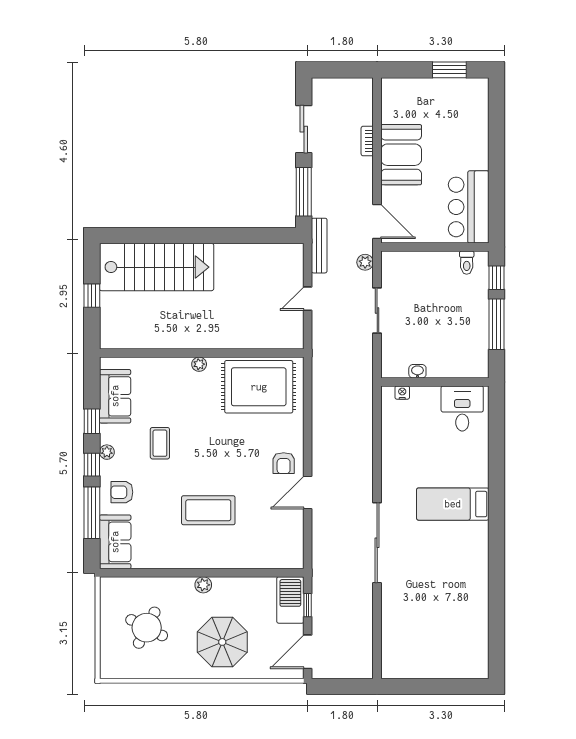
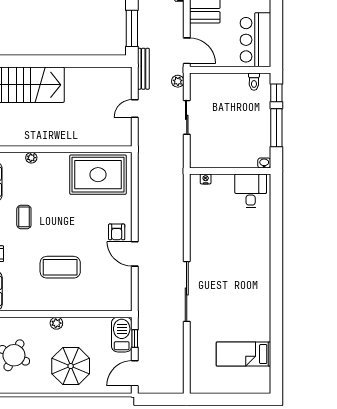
plant: (199, 364) -> (31, 158), moved
washbasin: (417, 371) -> (264, 163), moved
door: (308, 492) -> (135, 254), hinge flipped
bed: (453, 504) -> (243, 354), moved

